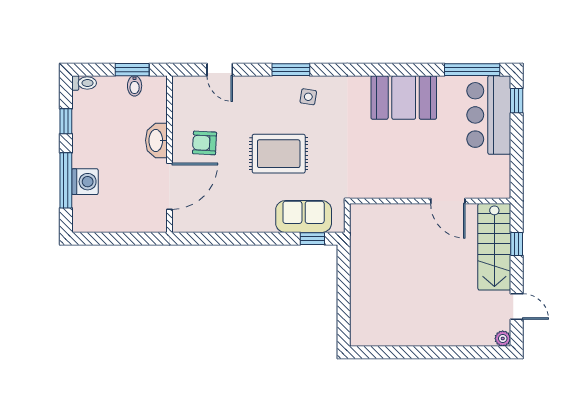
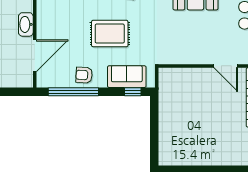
armchair: (205, 143) -> (84, 75), moved
window: (226, 239) -> (73, 92), added

